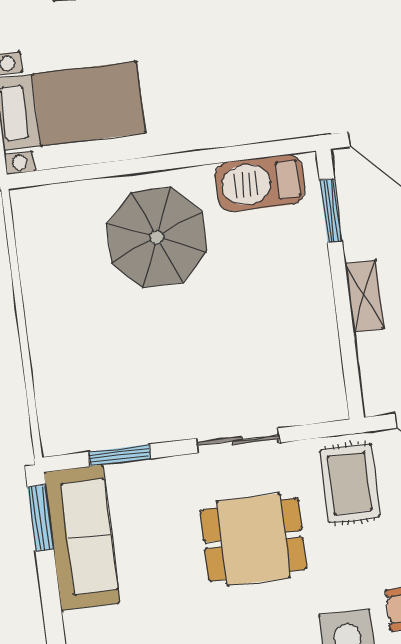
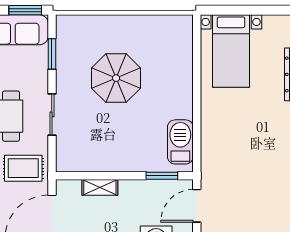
parasol: (157, 237) -> (116, 78), moved
shelving: (364, 296) -> (100, 187), moved

